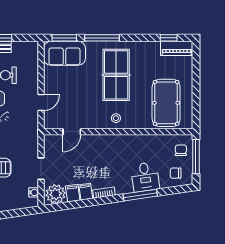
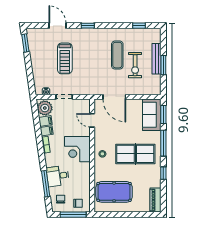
window: (169, 38) -> (163, 173), moved
door: (41, 102) -> (114, 97), width x1.88
corner desk: (110, 151) -> (77, 149), added
window: (140, 195) -> (46, 184), moved

